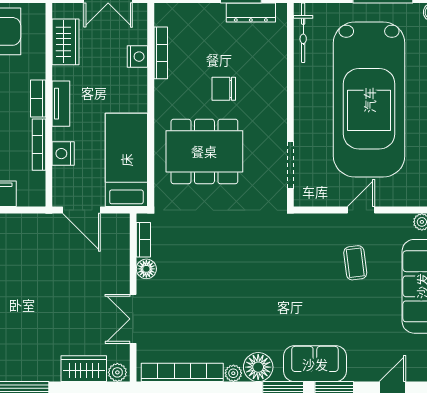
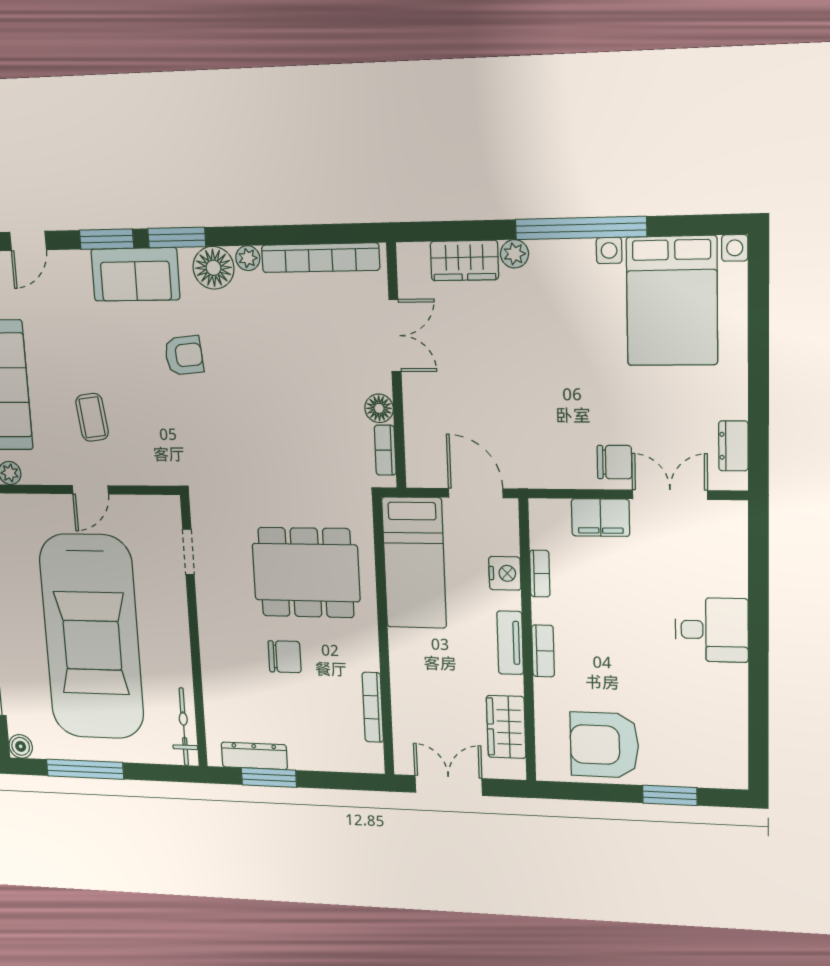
nightstand: (137, 57) -> (405, 704), removed
car: (369, 100) -> (92, 637), turned 180
bookcase: (39, 145) -> (540, 574), width x0.64
doorway: (290, 165) -> (188, 552), width x0.73
armchair: (284, 307) -> (184, 355), added
plant: (117, 372) -> (514, 254), moved

